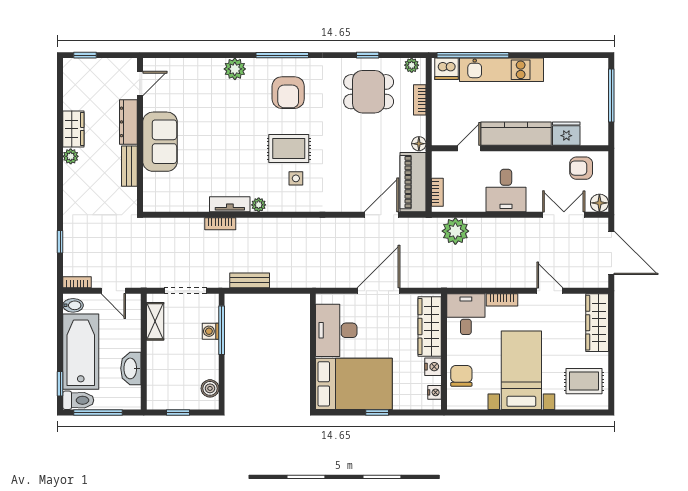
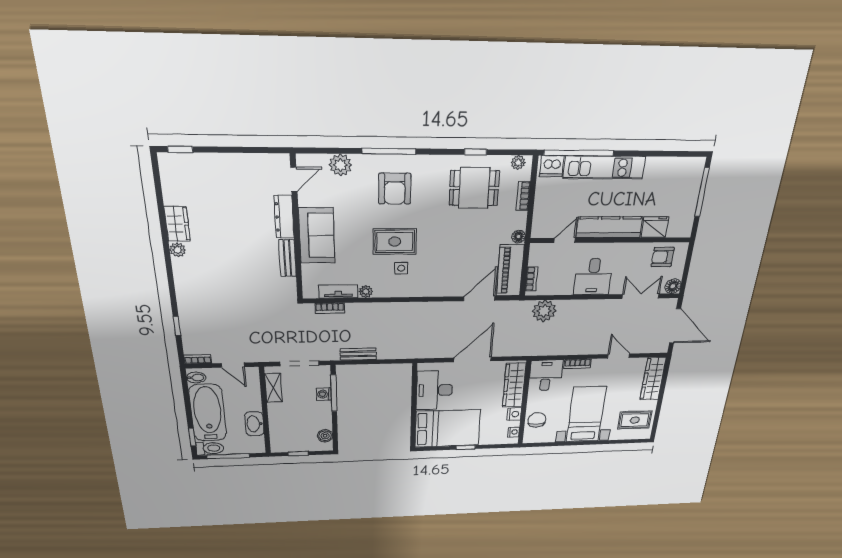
door: (140, 84) -> (294, 179), moved
dresser: (128, 122) -> (284, 217), moved
wall: (140, 135) -> (296, 229), moved
sofa: (160, 142) -> (317, 236), moved
bench: (129, 166) -> (287, 258), moved

